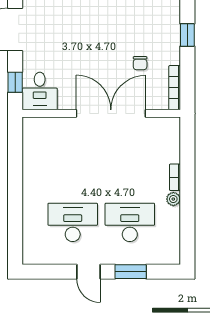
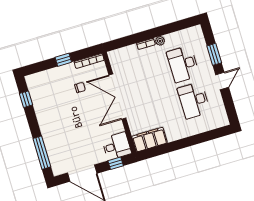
window: (187, 35) -> (63, 60), moved
filing cabinet: (35, 141) -> (150, 140), added

